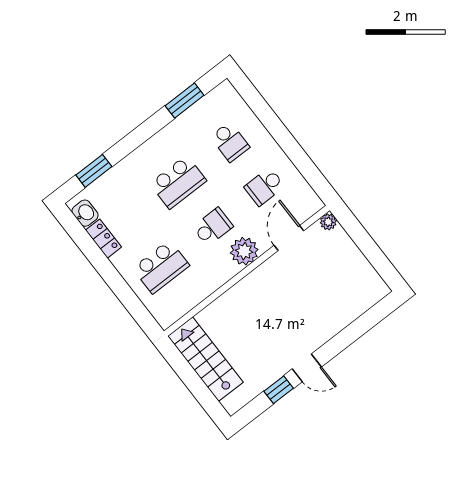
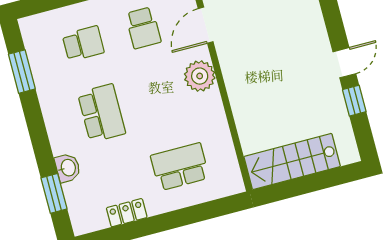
washbasin: (85, 213) -> (68, 168), moved, turned 90
school desk: (213, 227) -> (162, 97), removed
door: (289, 238) -> (206, 25), hinge flipped
school desk: (161, 267) -> (180, 167), turned -90

